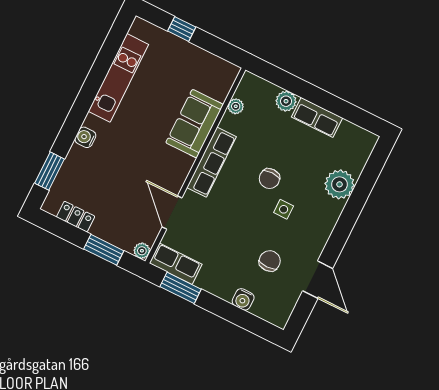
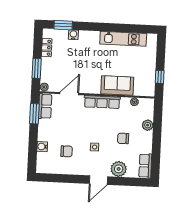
window: (182, 29) -> (160, 77), moved
row of seats: (317, 117) -> (145, 166), moved
water cooler: (85, 137) -> (73, 35), moved
chair: (269, 179) -> (123, 138), moved
door: (318, 280) -> (98, 180), moved

